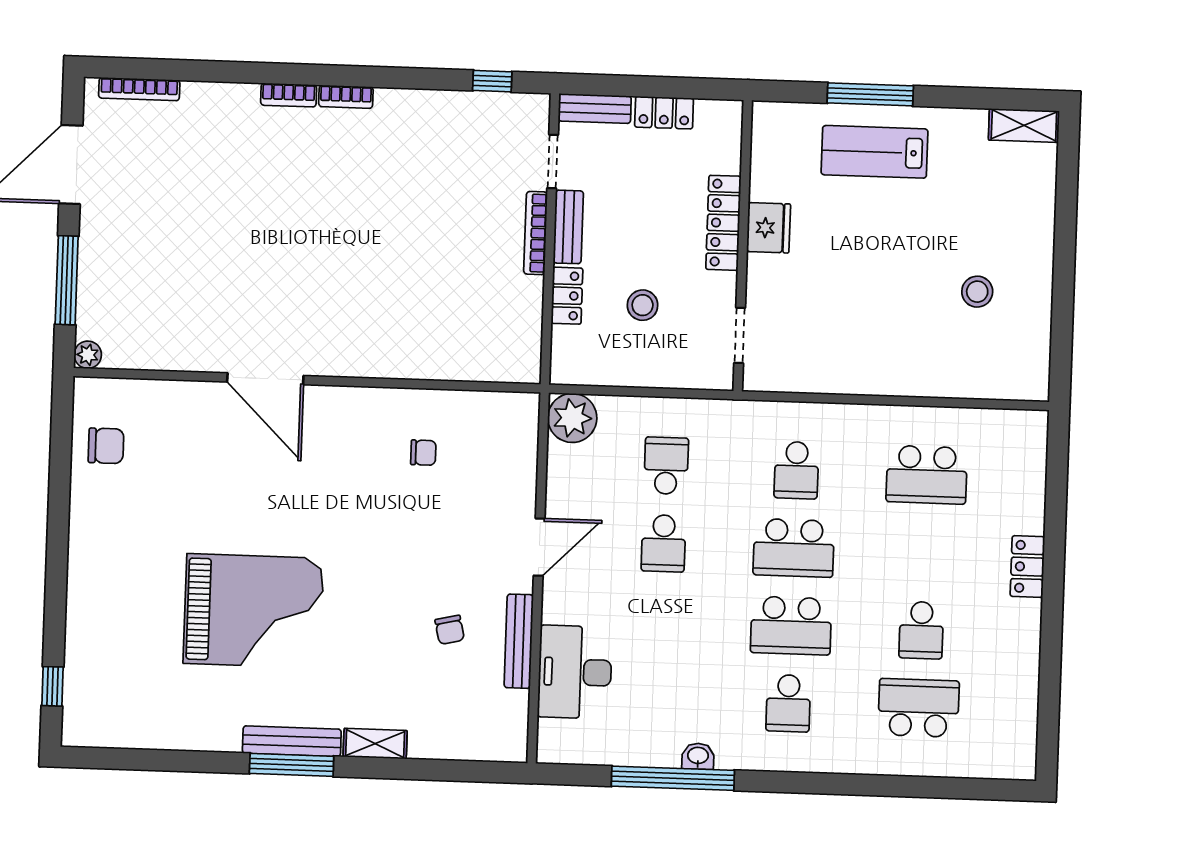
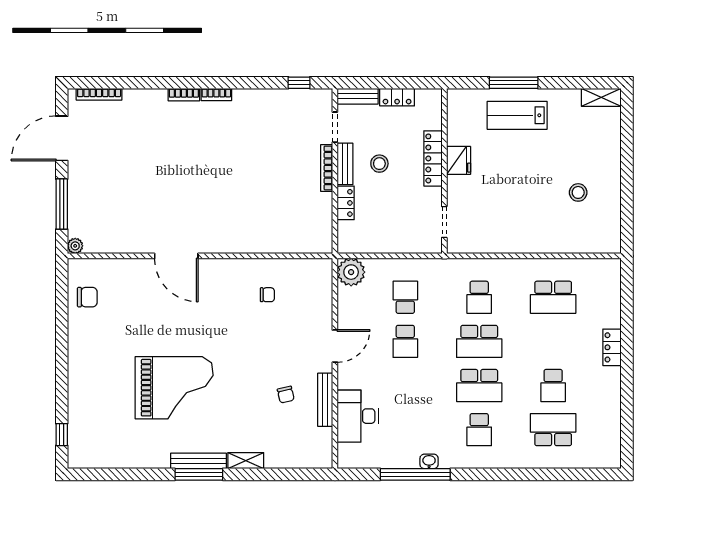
stool: (643, 305) -> (379, 164), moved

